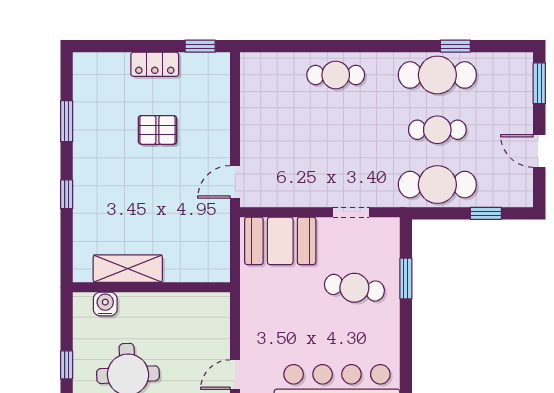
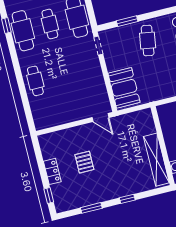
window: (200, 46) -> (49, 196), moved
doorway: (351, 212) -> (98, 45), moved
shelving: (128, 269) -> (156, 160), width x1.47
cafe table: (354, 288) -> (148, 41), moved

